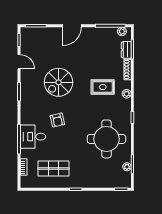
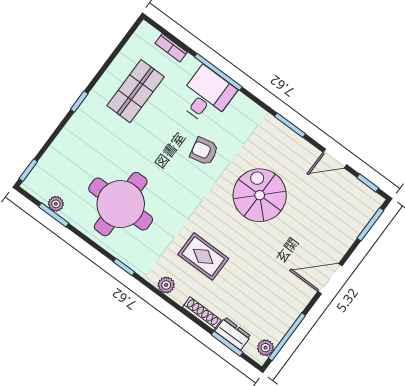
door: (72, 26) -> (330, 279), hinge flipped
rug: (103, 87) -> (203, 256), turned 90

